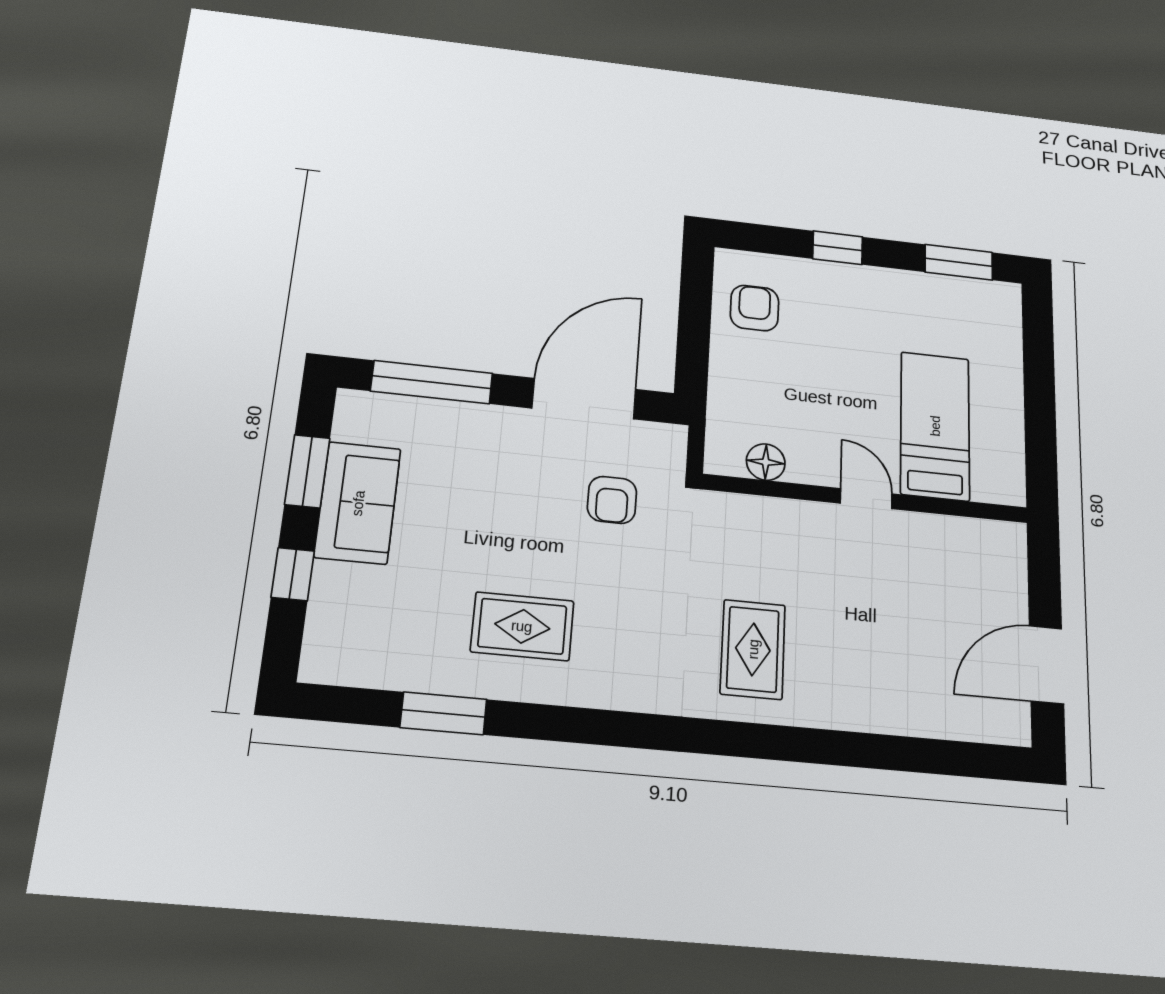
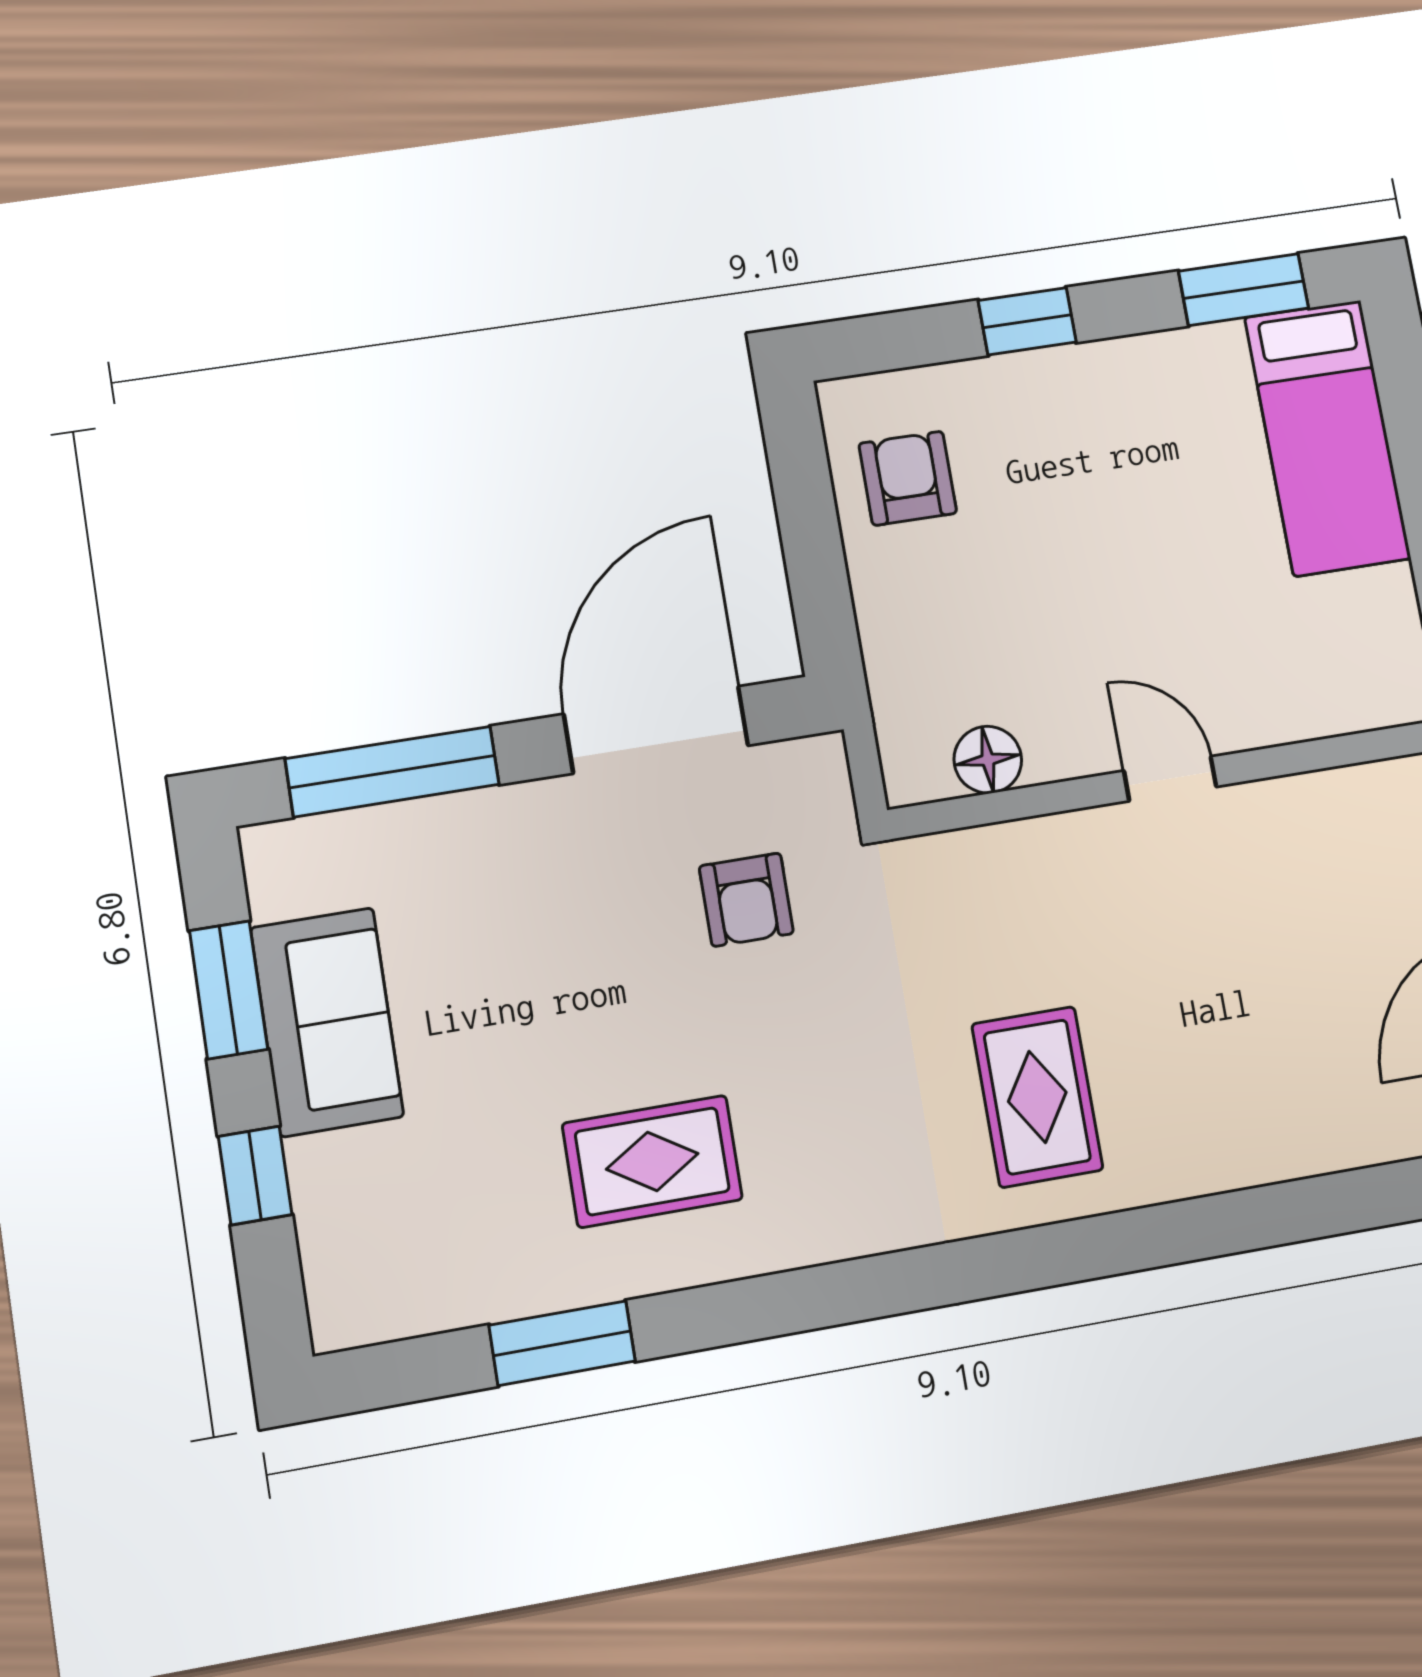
bed: (935, 426) -> (1327, 438), moved, turned 180

